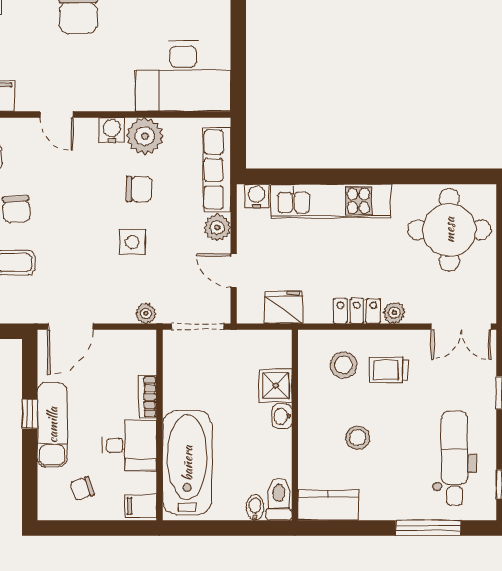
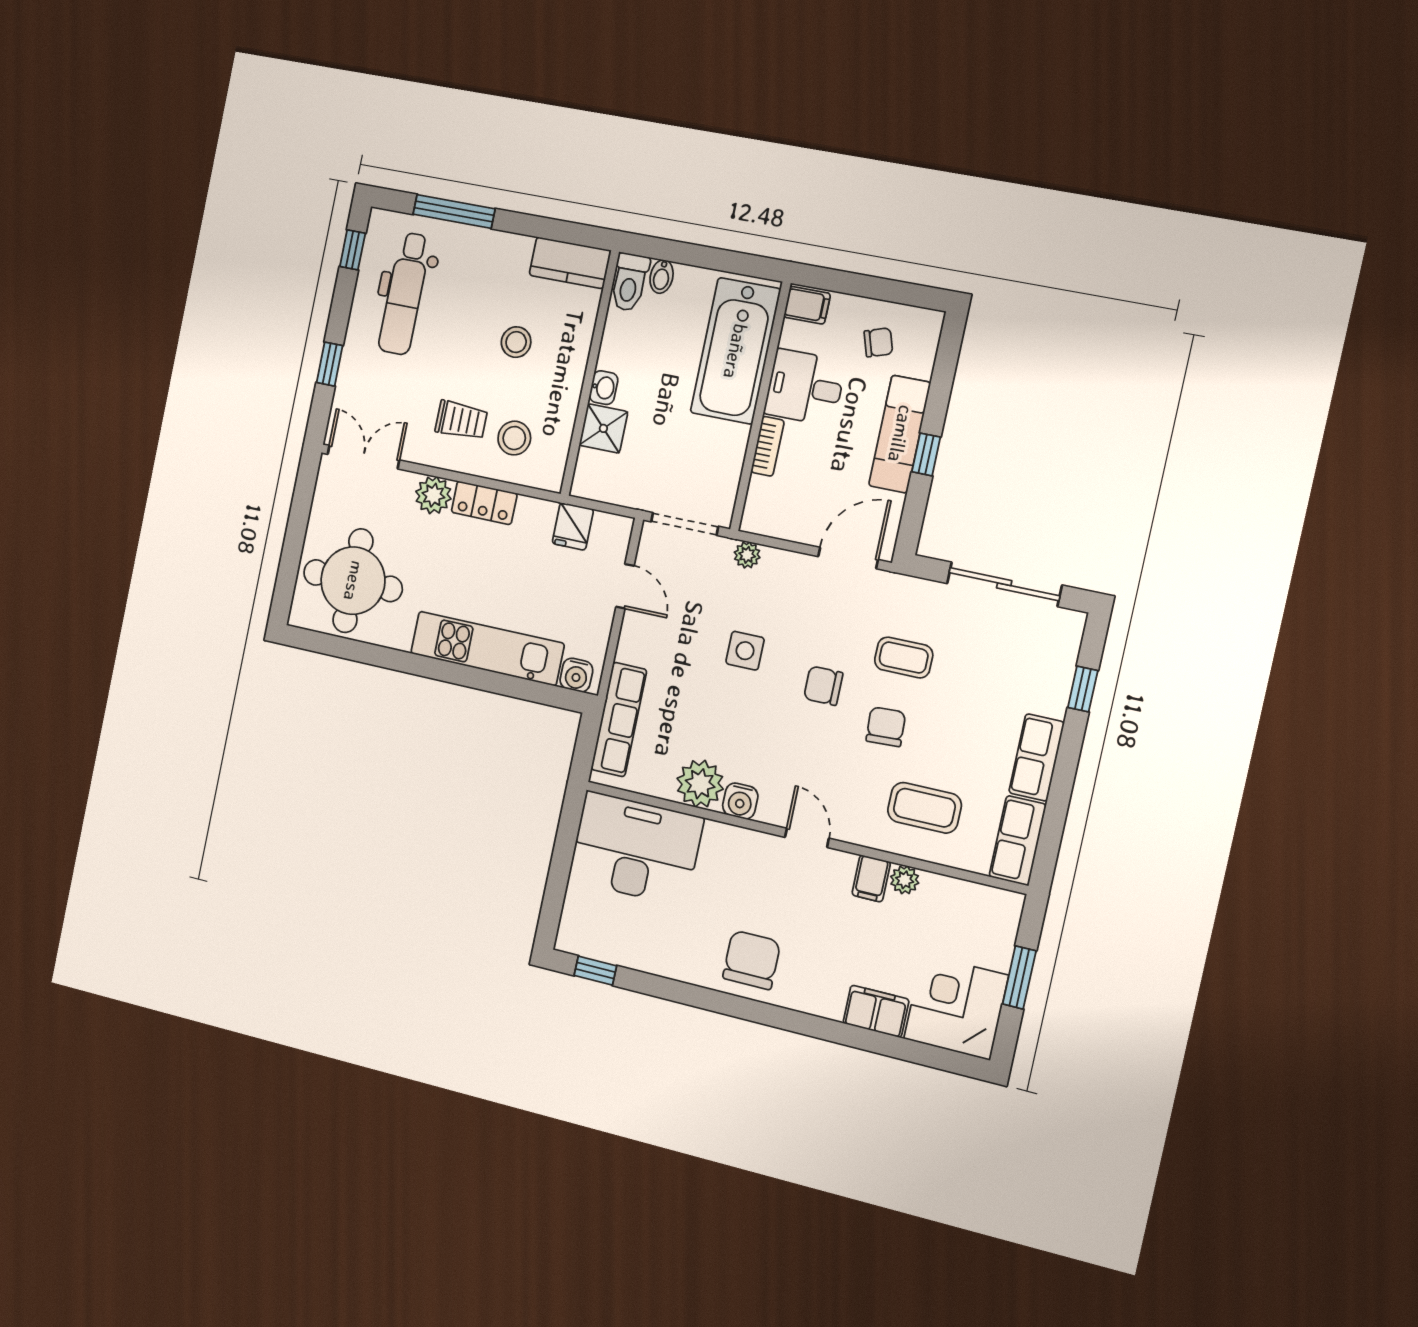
chair: (139, 189) -> (823, 686), moved
plant: (217, 227) -> (634, 646), removed
fridge: (283, 307) -> (573, 526), width x0.72
plant: (394, 313) -> (433, 495), width x1.38, depth x1.38

